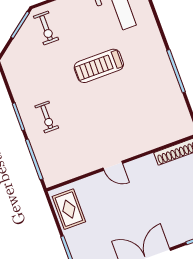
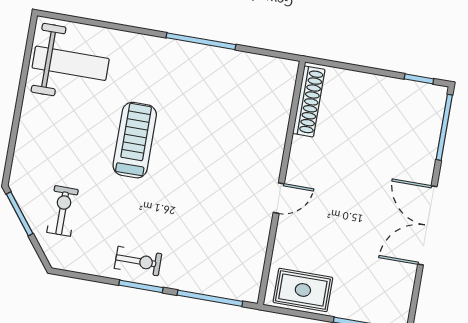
exercise bike: (46, 28) -> (63, 211), moved, turned -90
treadmill: (99, 66) -> (135, 140), turned 180
exercise bike: (47, 117) -> (138, 261), moved

